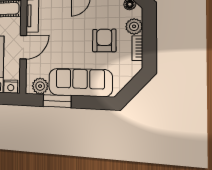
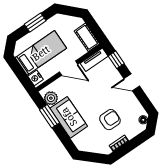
plant: (134, 26) -> (131, 132), removed
sofa: (80, 82) -> (69, 117), width x0.73

